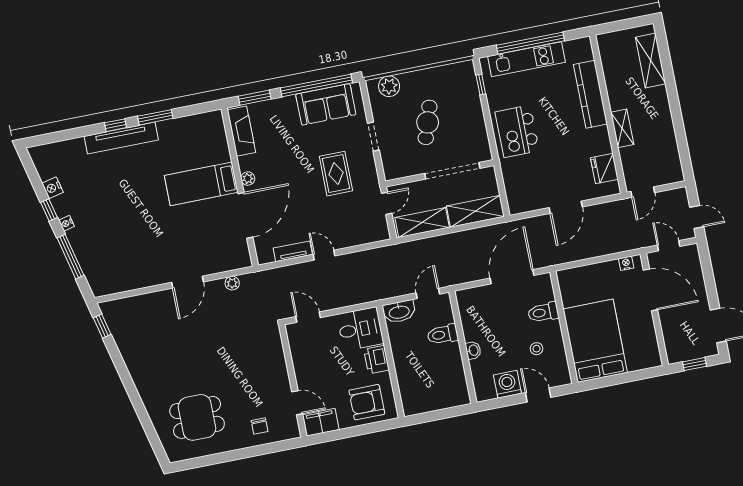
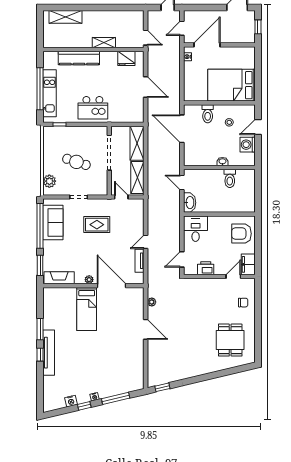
toilet: (443, 334) -> (230, 178), moved
printer: (376, 360) -> (206, 268), moved, turned 180
armchair: (367, 402) -> (242, 234), turned 90

